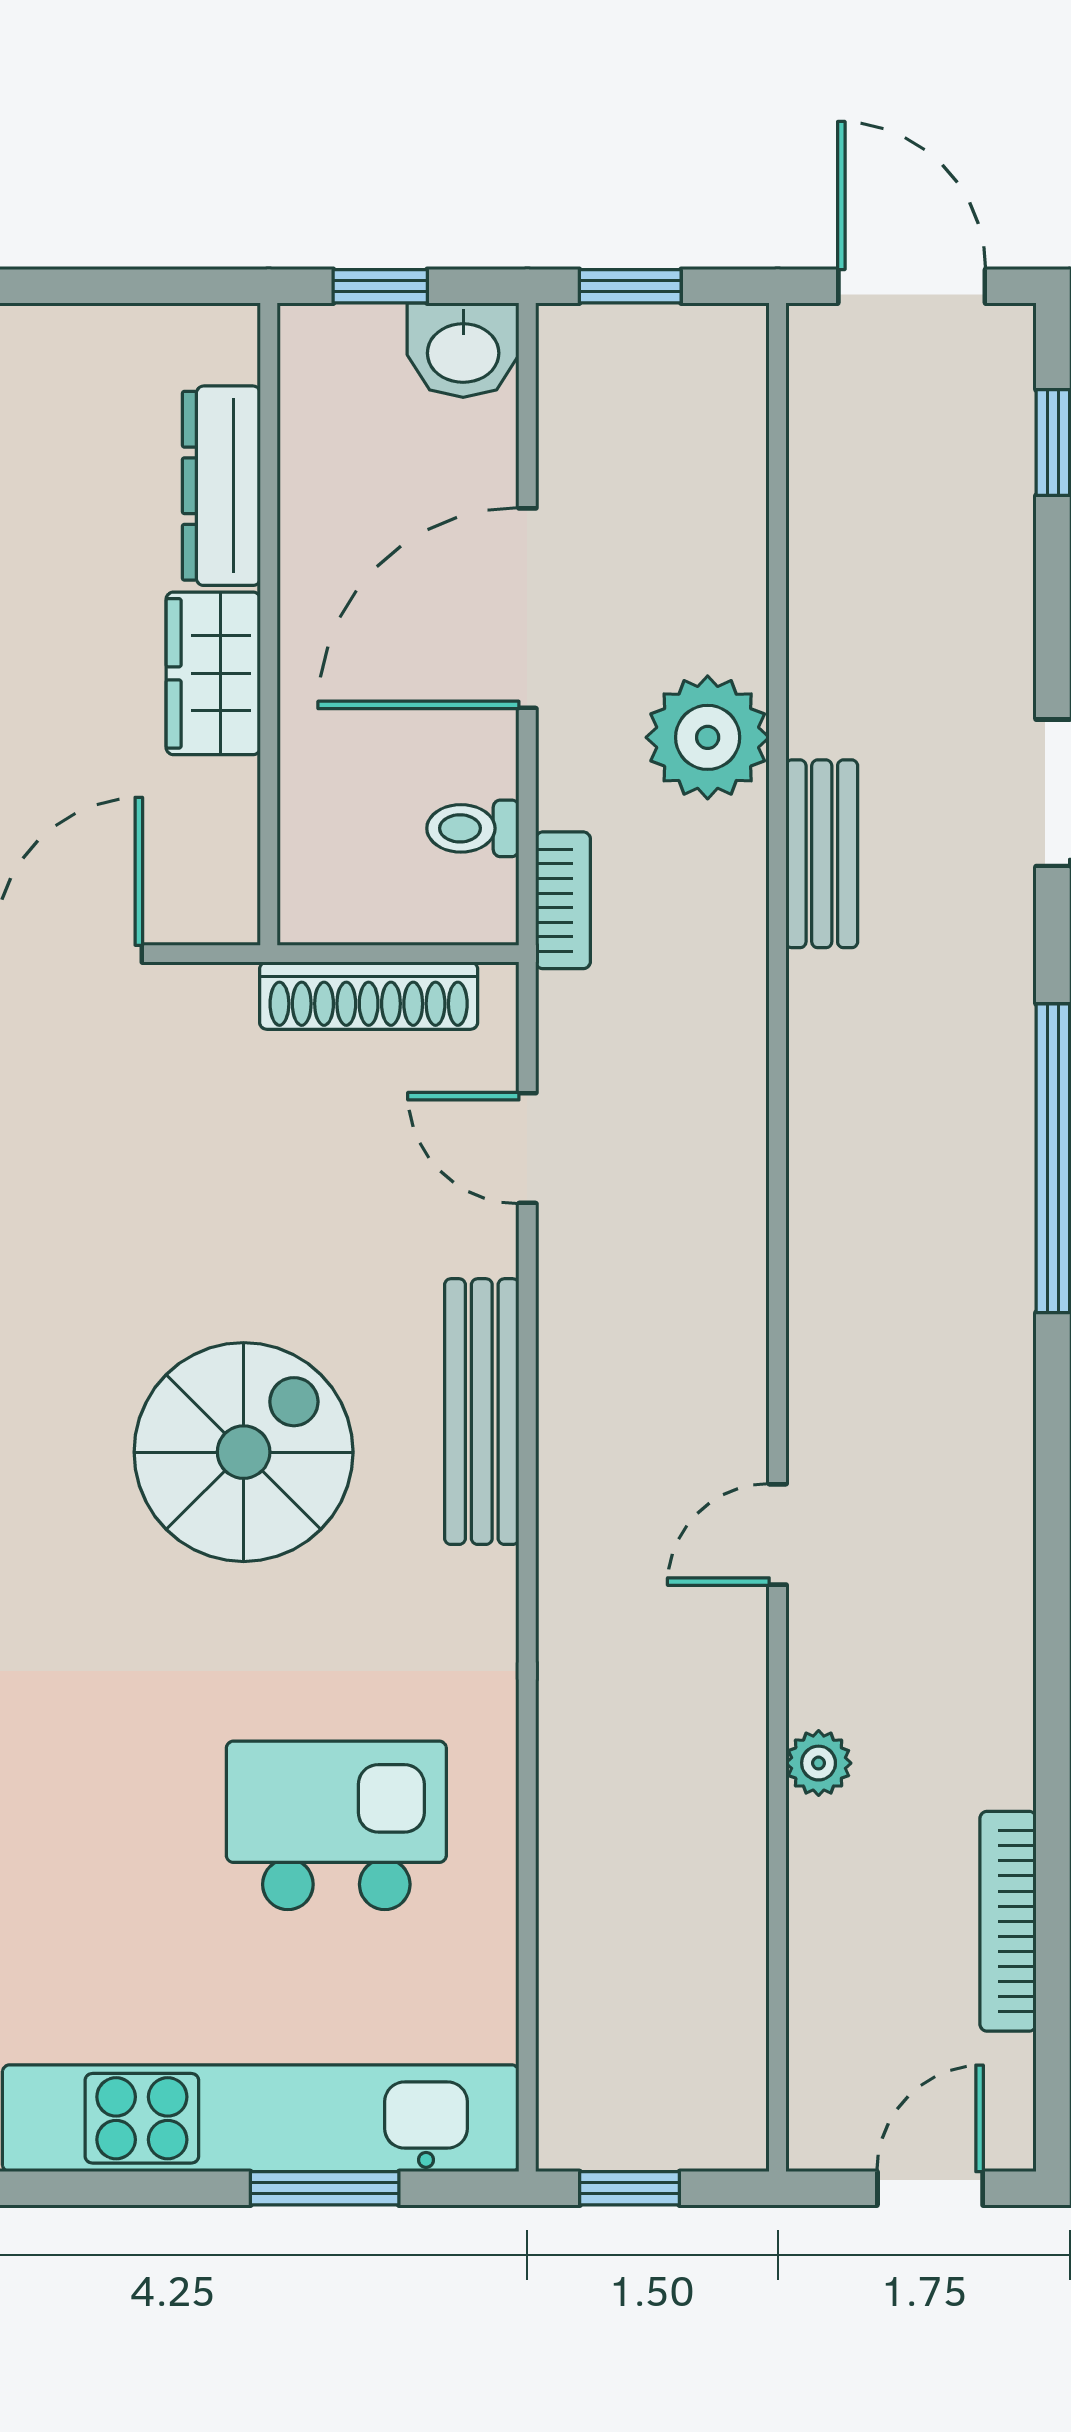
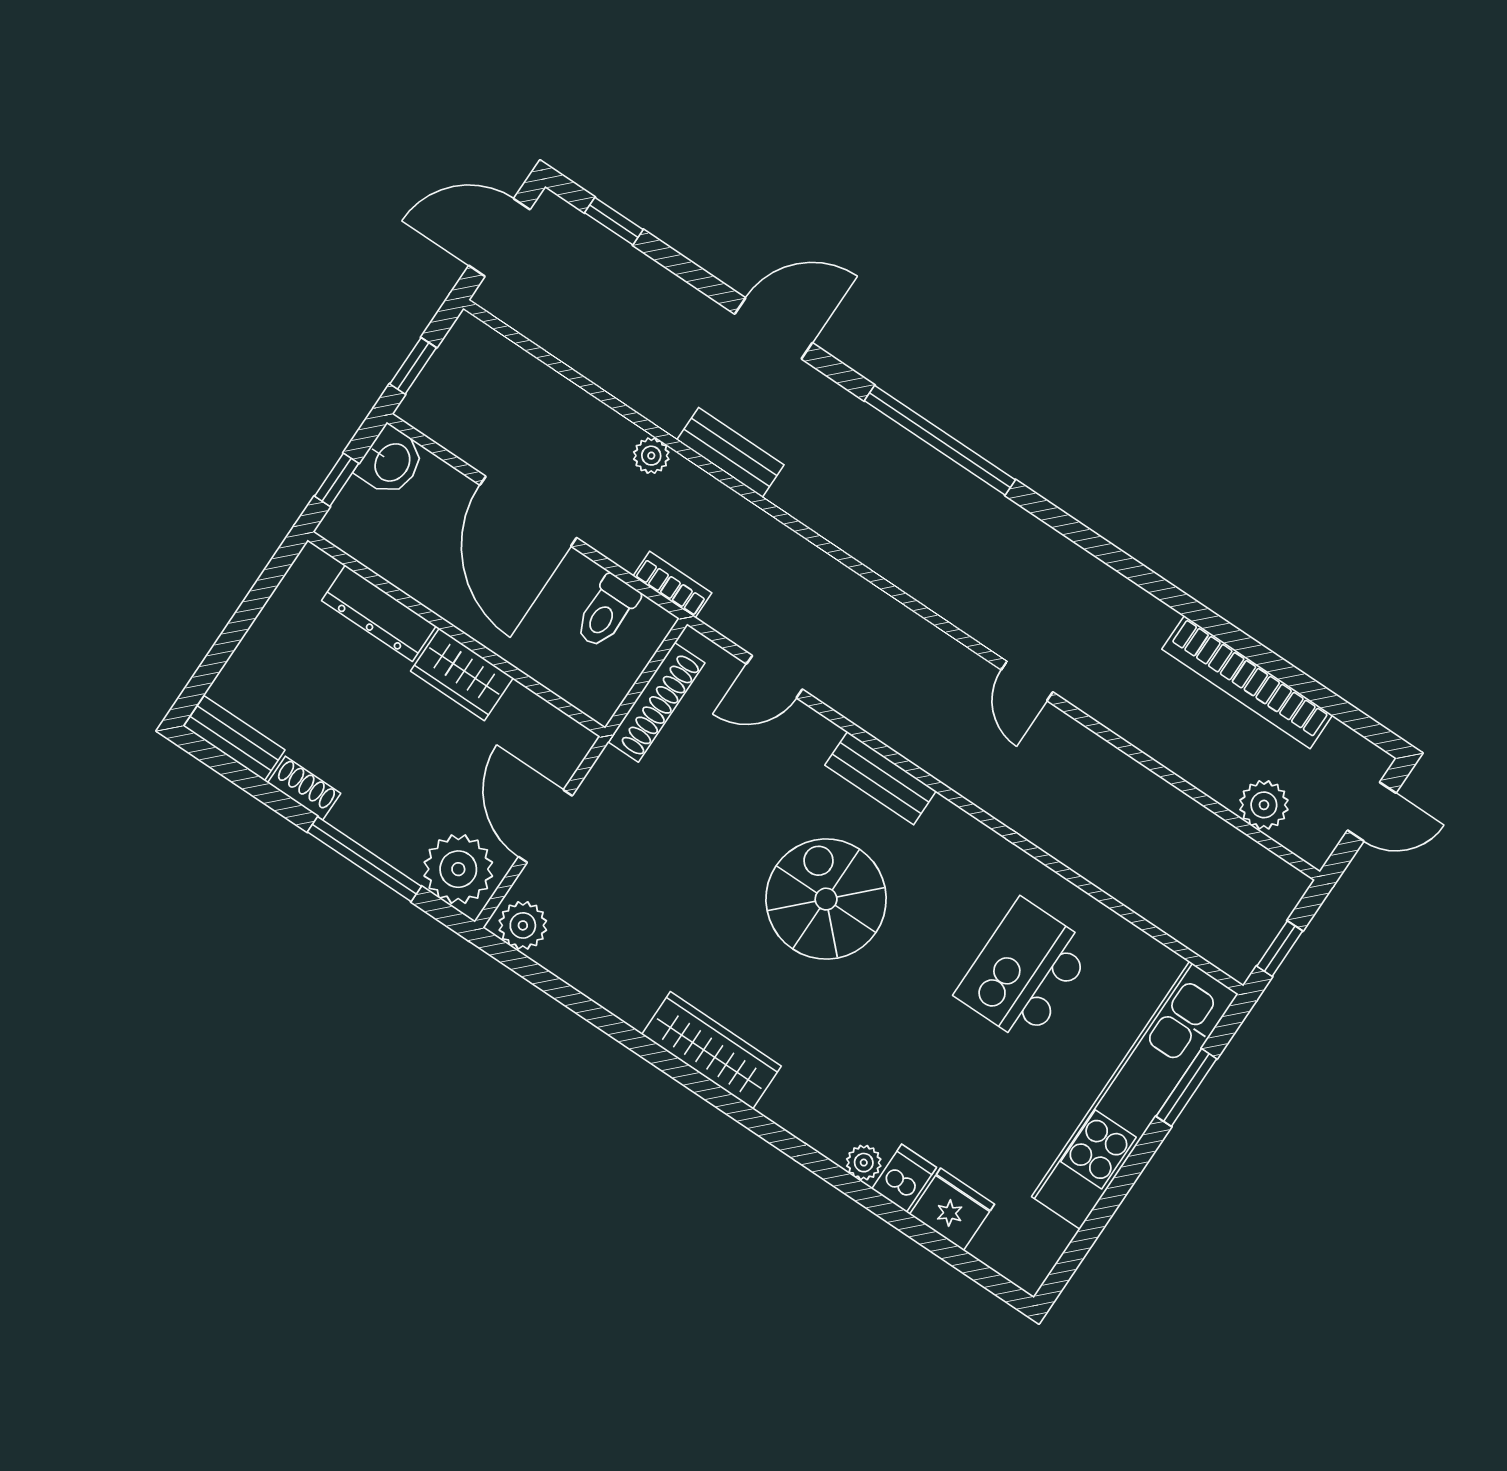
plant: (708, 737) -> (651, 456), width x0.53, depth x0.53
toilet: (473, 828) -> (607, 612), width x1.37, depth x1.39
bench: (482, 1412) -> (881, 778), width x0.73
plant: (819, 1763) -> (1264, 805), moved, width x1.38, depth x1.38
bookcase: (1008, 1921) -> (1247, 682), width x1.48, depth x1.31
door: (930, 2188) -> (1372, 812), swing flipped

